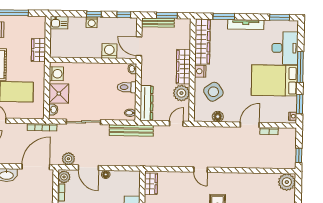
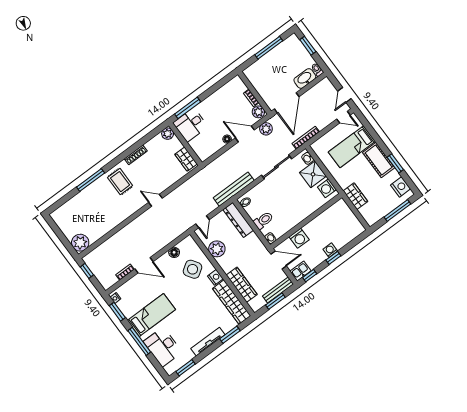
kitchen sink: (59, 23) -> (300, 271), moved
wardrobe: (183, 67) -> (242, 285), moved
bed: (274, 80) -> (151, 315), width x0.67
door: (250, 125) -> (144, 265), hinge flipped

